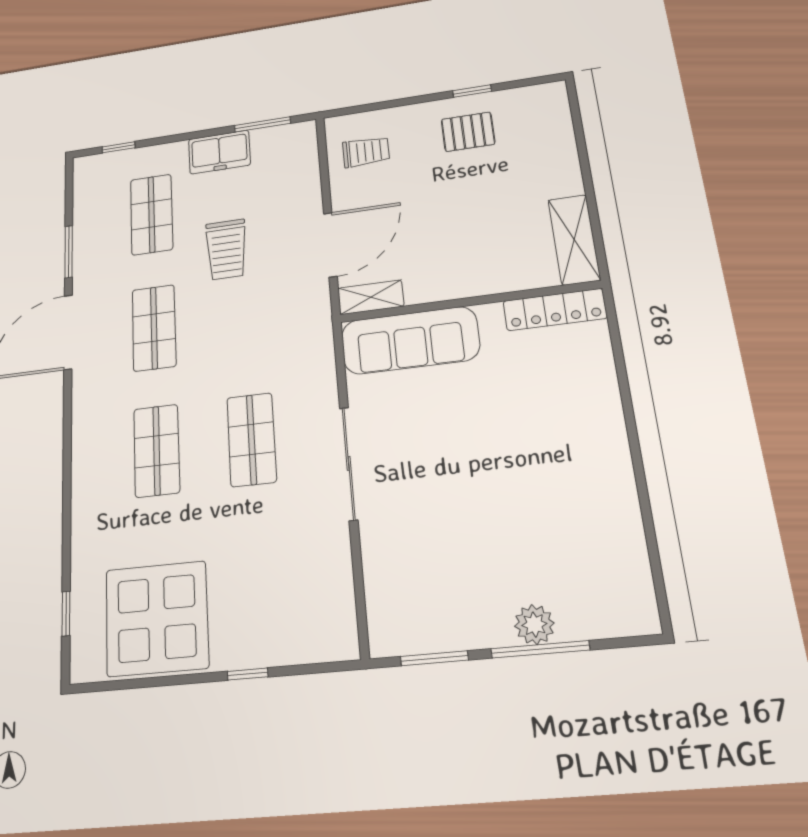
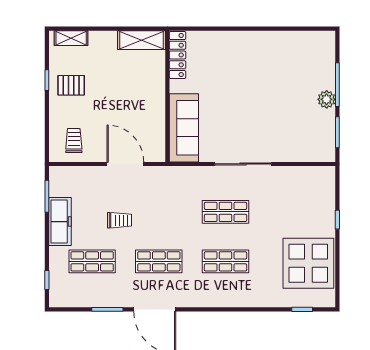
pallet: (468, 132) -> (71, 85), turned 90
freezer: (219, 152) -> (60, 222), width x1.40
trolley: (226, 249) -> (120, 220), width x0.73, depth x0.72
shelving: (371, 297) -> (71, 38), moved, turned 90
plant: (534, 625) -> (327, 99), moved

